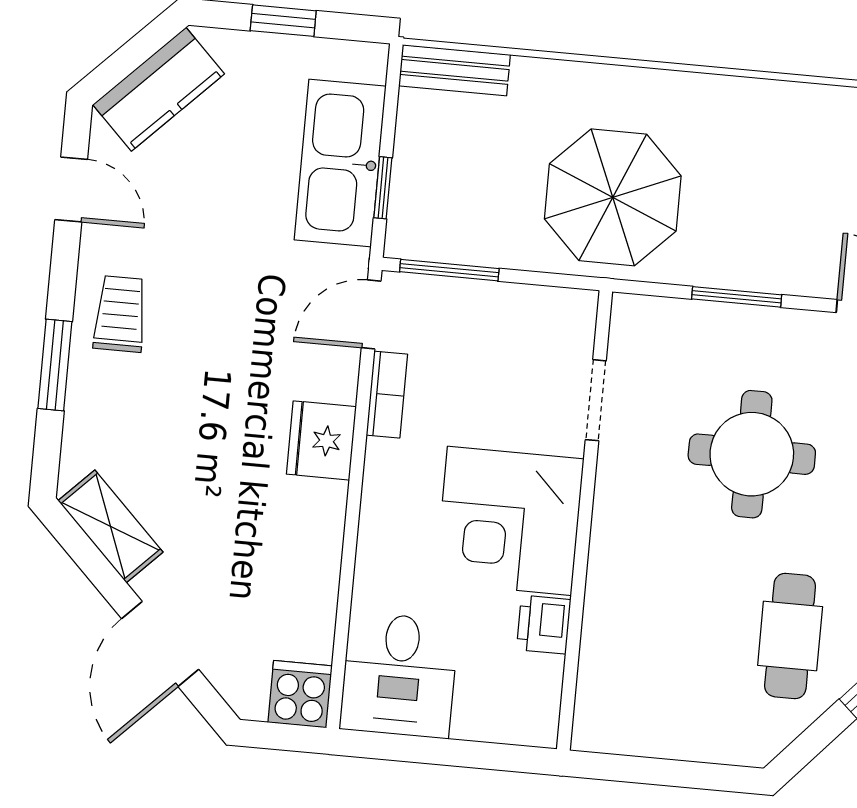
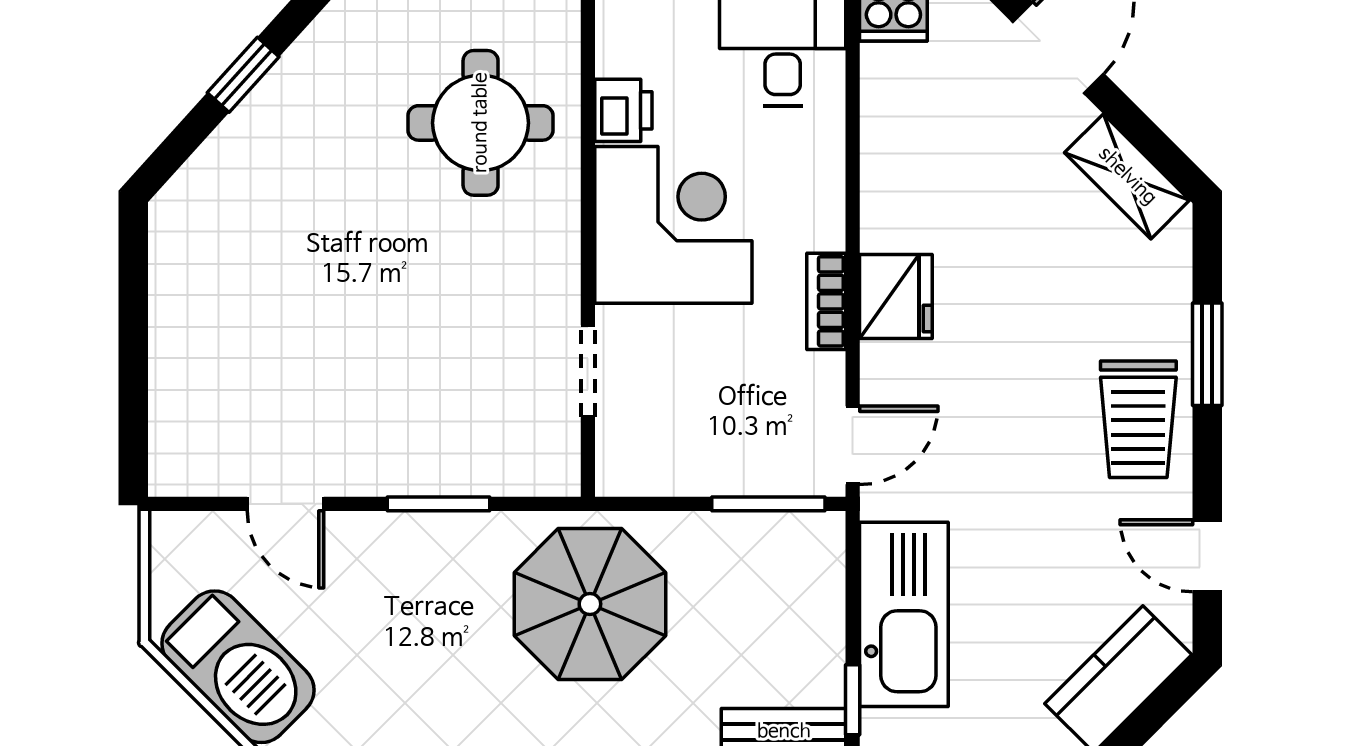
window: (383, 188) -> (853, 700), moved
trolley: (120, 314) -> (1138, 419), width x1.36, depth x1.39
bookcase: (387, 395) -> (826, 301), moved
round table: (752, 454) -> (481, 123), moved
cafe table: (790, 636) -> (342, 124), removed

